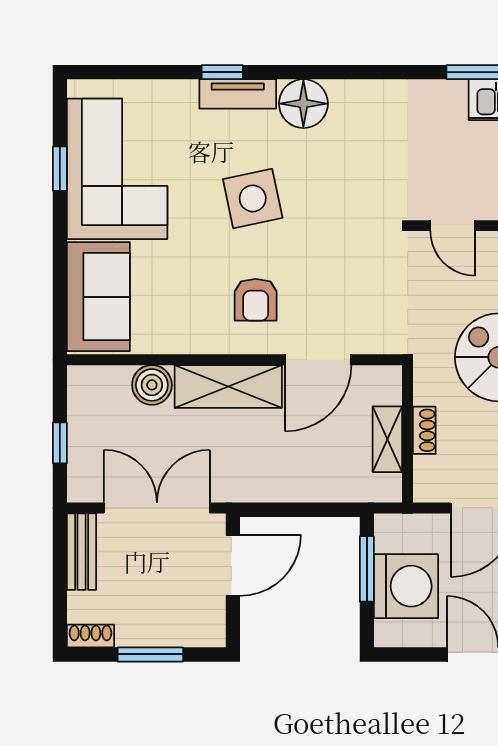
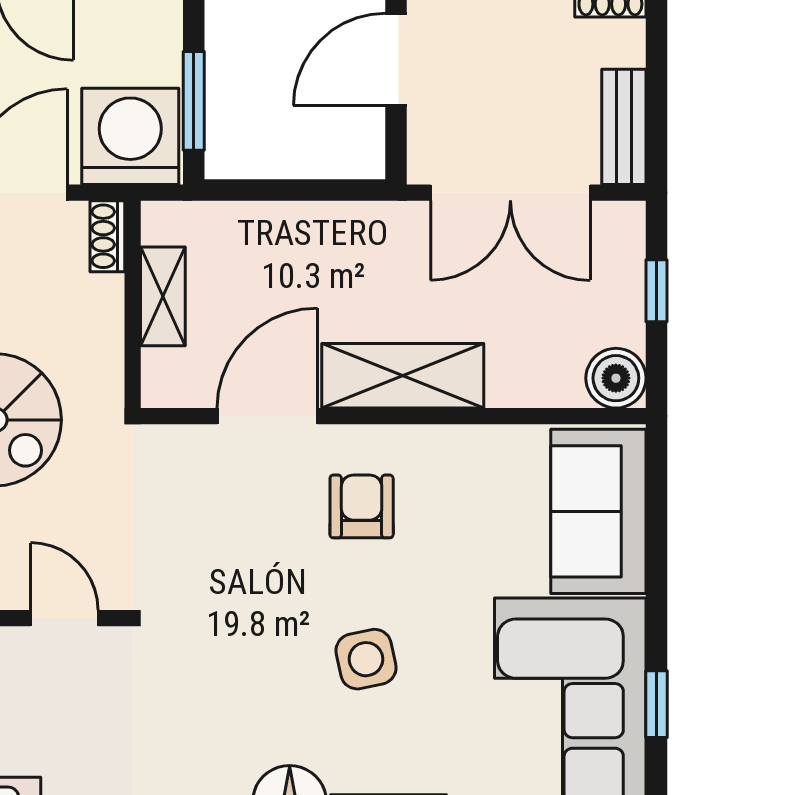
side table: (253, 198) -> (366, 659), width x0.73, depth x0.73
boiler: (152, 385) -> (616, 378), moved
shoe rack: (424, 430) -> (107, 236), moved
door: (233, 565) -> (396, 59), moved
washing machine: (406, 586) -> (130, 136), moved, turned 90

